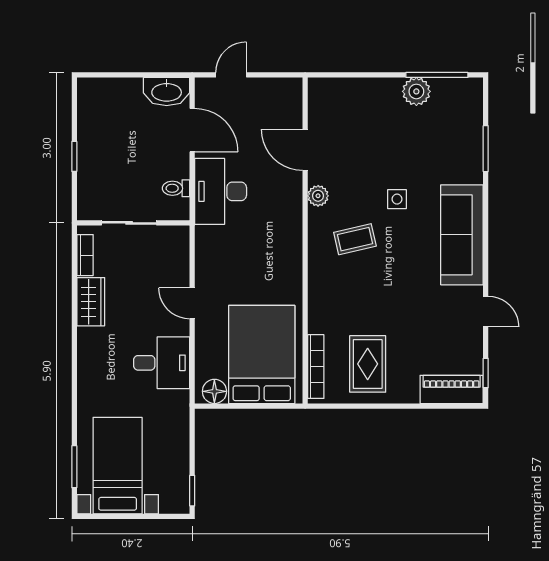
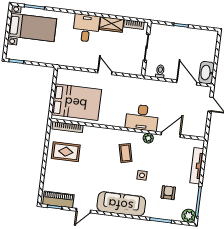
tv unit: (363, 88) -> (197, 166), added
plant: (416, 91) -> (189, 216), moved
door: (192, 130) -> (187, 83), swing flipped
armchair: (426, 140) -> (168, 193), added
desk: (221, 191) -> (142, 118), moved, turned 180
door: (192, 303) -> (105, 72), hinge flipped
desk: (162, 363) -> (86, 28), moved, turned 180
piano: (452, 389) -> (58, 200), moved, turned -90
floor lamp: (214, 391) -> (62, 78), removed

